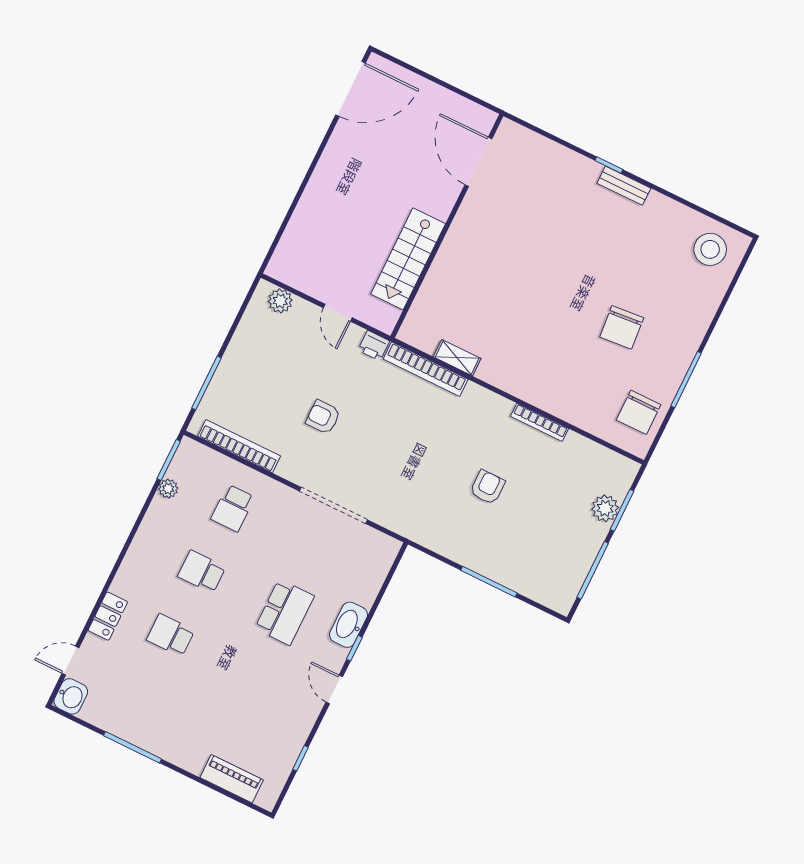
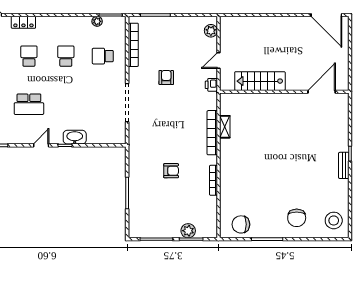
chair: (622, 327) -> (297, 218), moved, turned -85
bookcase: (426, 369) -> (212, 133), moved
school desk: (284, 612) -> (29, 104), moved

